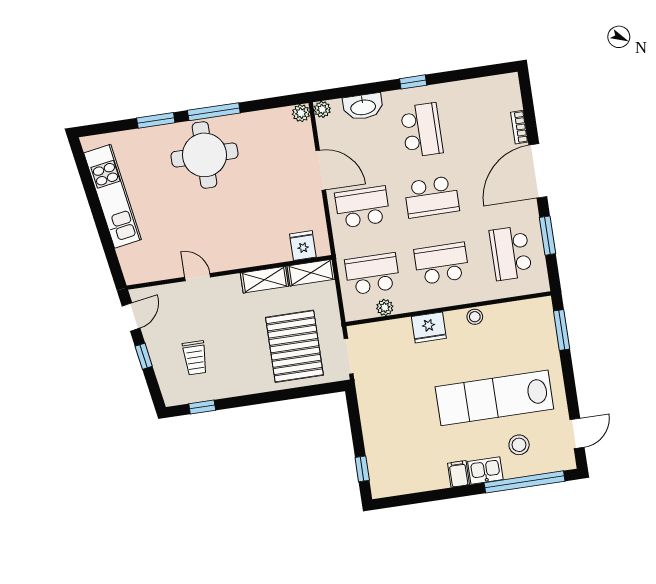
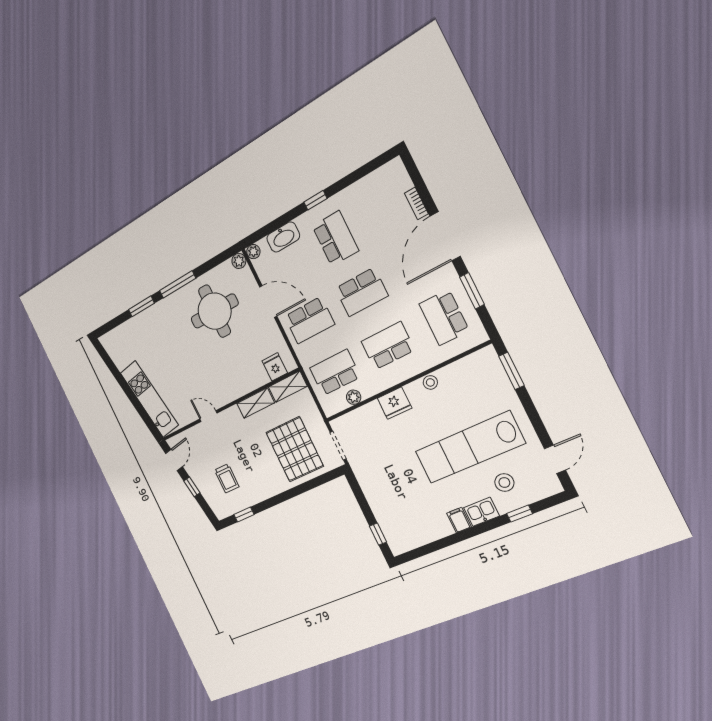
round table: (204, 155) -> (215, 311), moved
kitchen unit: (113, 196) -> (149, 399), moved
school desk: (362, 207) -> (310, 320), turned 180
window: (525, 482) -> (520, 514), width x0.32

